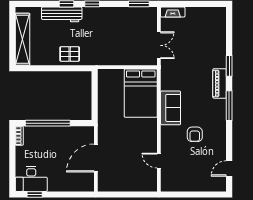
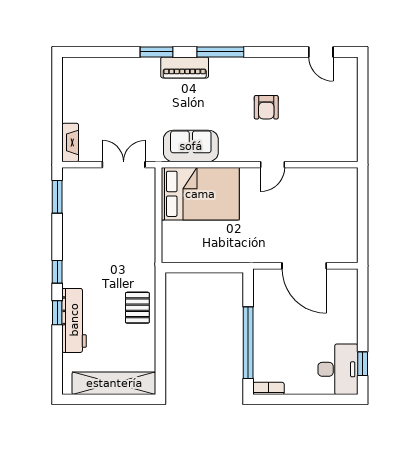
sofa: (171, 108) -> (191, 146), moved
armchair: (195, 134) -> (266, 107), turned 90
door: (159, 161) -> (272, 165), moved

